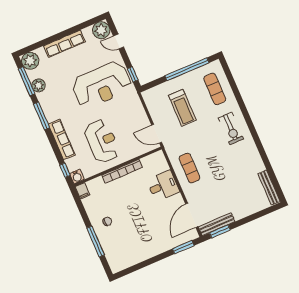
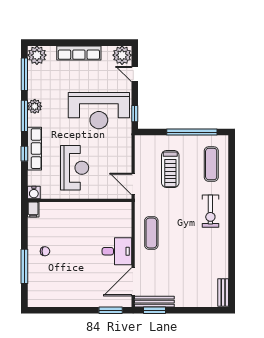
plant: (39, 85) -> (35, 106), moved
window: (65, 170) -> (24, 154), moved
bookcase: (122, 171) -> (82, 207), removed
desk: (163, 186) -> (117, 251), moved
bench: (269, 188) -> (223, 292), width x0.73

